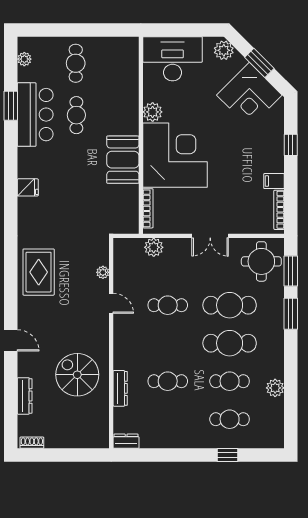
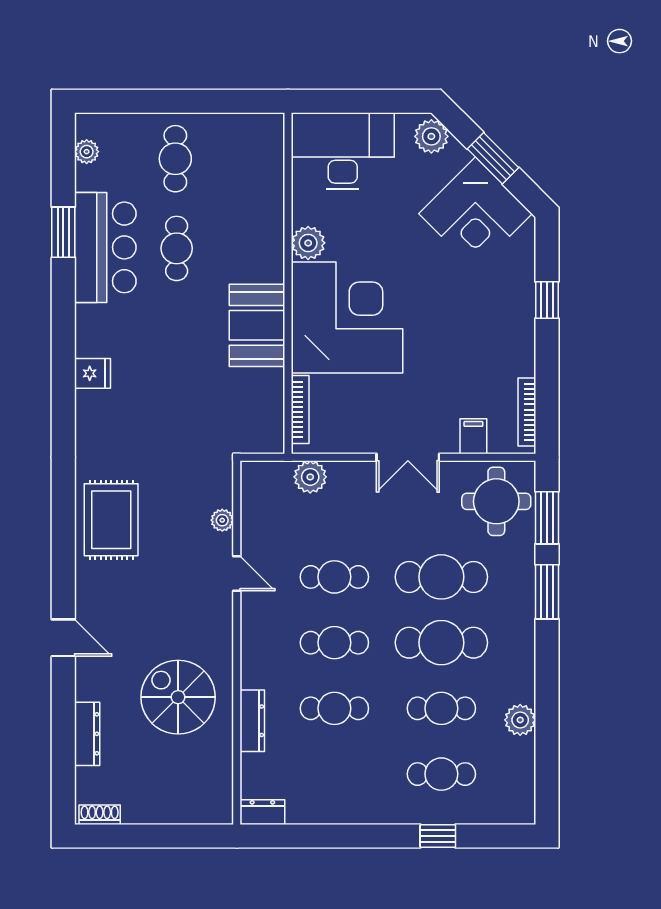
filing cabinet: (274, 181) -> (473, 436), moved, turned 90
cafe table: (168, 343) -> (334, 643), added

